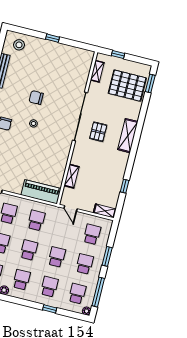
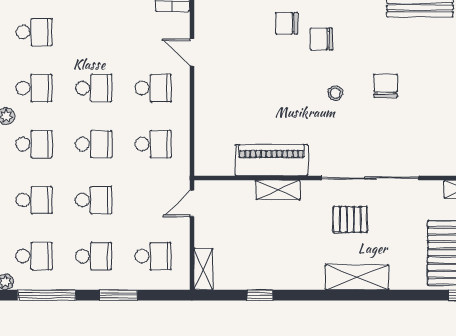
shelving: (72, 176) -> (278, 190), moved
piano: (41, 192) -> (272, 160), moved, turned -90

